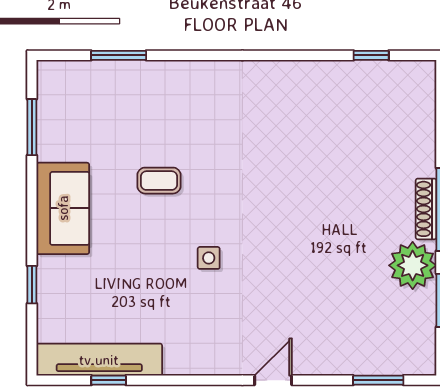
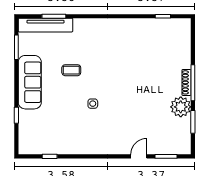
sofa: (63, 208) -> (30, 82), width x1.36
tv unit: (99, 360) -> (46, 25), moved, turned 180
door: (273, 380) -> (139, 156), moved

